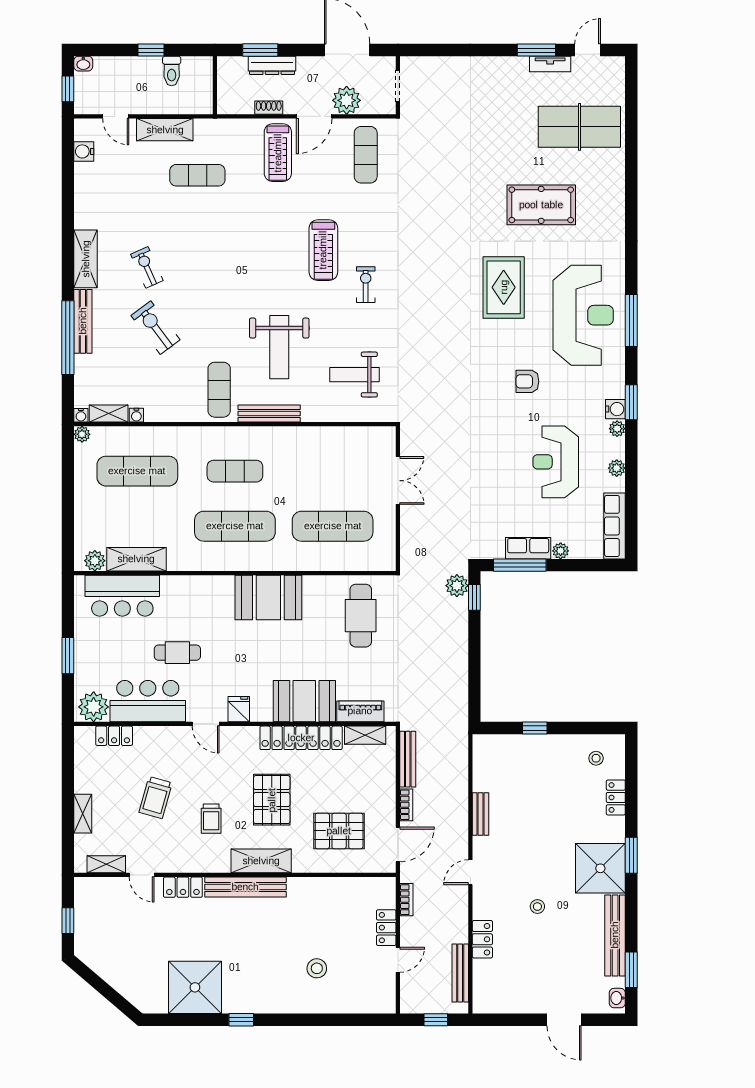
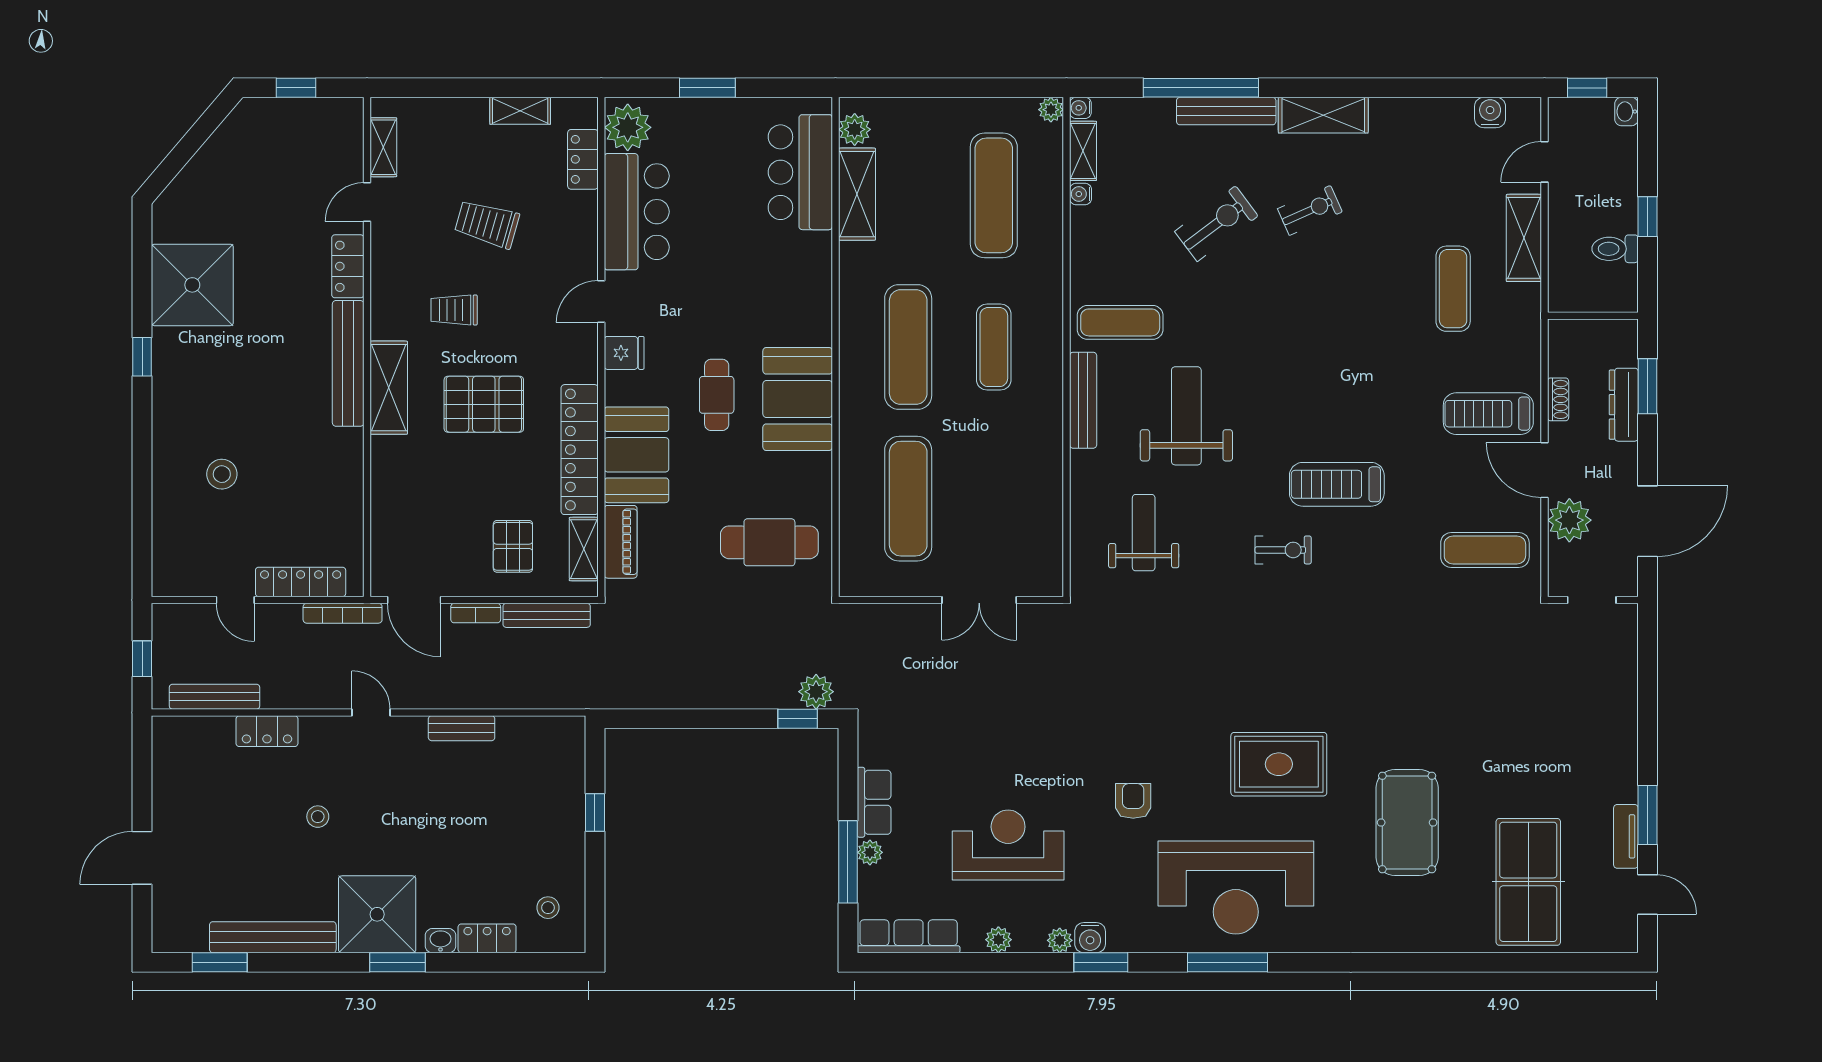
weight bench: (279, 347) -> (1186, 416), turned 90
window: (520, 565) -> (848, 862), moved
cafe table: (177, 653) -> (717, 395), moved
shelving: (83, 814) -> (520, 111), moved
pallet: (339, 831) -> (513, 546), moved, width x0.67, depth x0.71
bookcase: (406, 900) -> (343, 613), width x1.56
locker: (386, 928) -> (301, 582), width x1.53
washbasin: (617, 998) -> (440, 941), moved

